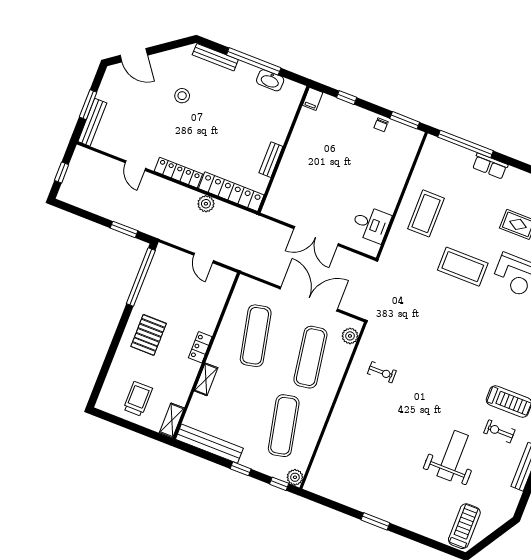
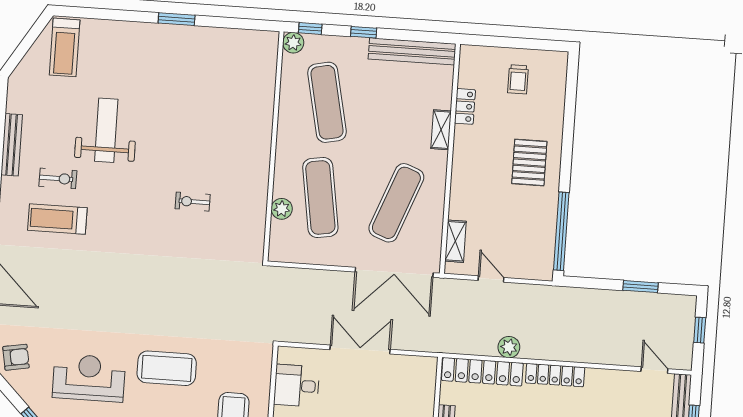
door: (135, 166) -> (654, 370), moved
window: (124, 229) -> (640, 287), moved
double door: (309, 299) -> (394, 272), moved
exercise mat: (256, 336) -> (396, 203), turned 33
plant: (350, 336) -> (282, 209), moved
locker: (200, 347) -> (465, 106), moved
exercise bike: (382, 372) -> (193, 202), moved
trolley: (138, 399) -> (518, 79), width x0.73, depth x0.72
shelving: (172, 420) -> (455, 241), moved
weight bench: (453, 456) -> (106, 130), turned 180

